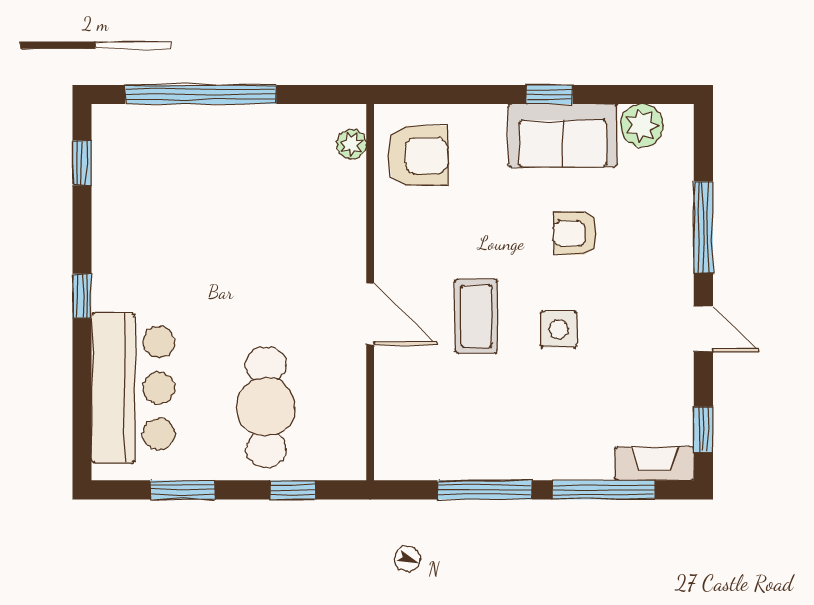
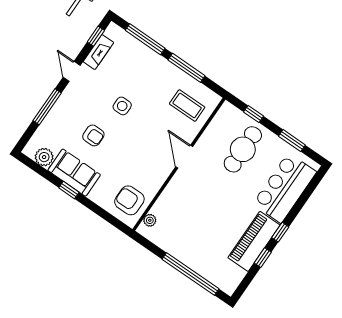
window: (82, 163) -> (263, 258), moved
piano: (121, 243) -> (254, 241), added
coffee table: (476, 316) -> (187, 106), moved, turned 90
fireplace: (654, 464) -> (98, 52), moved, turned -90

